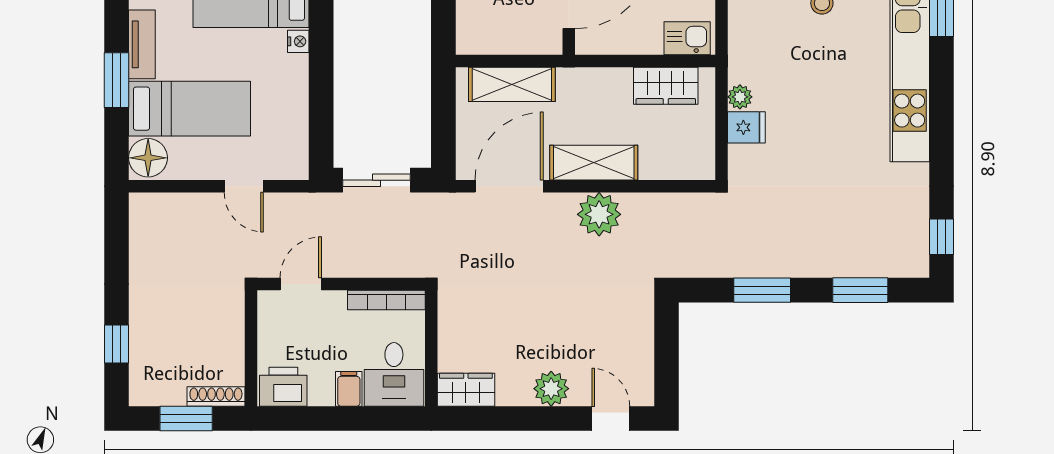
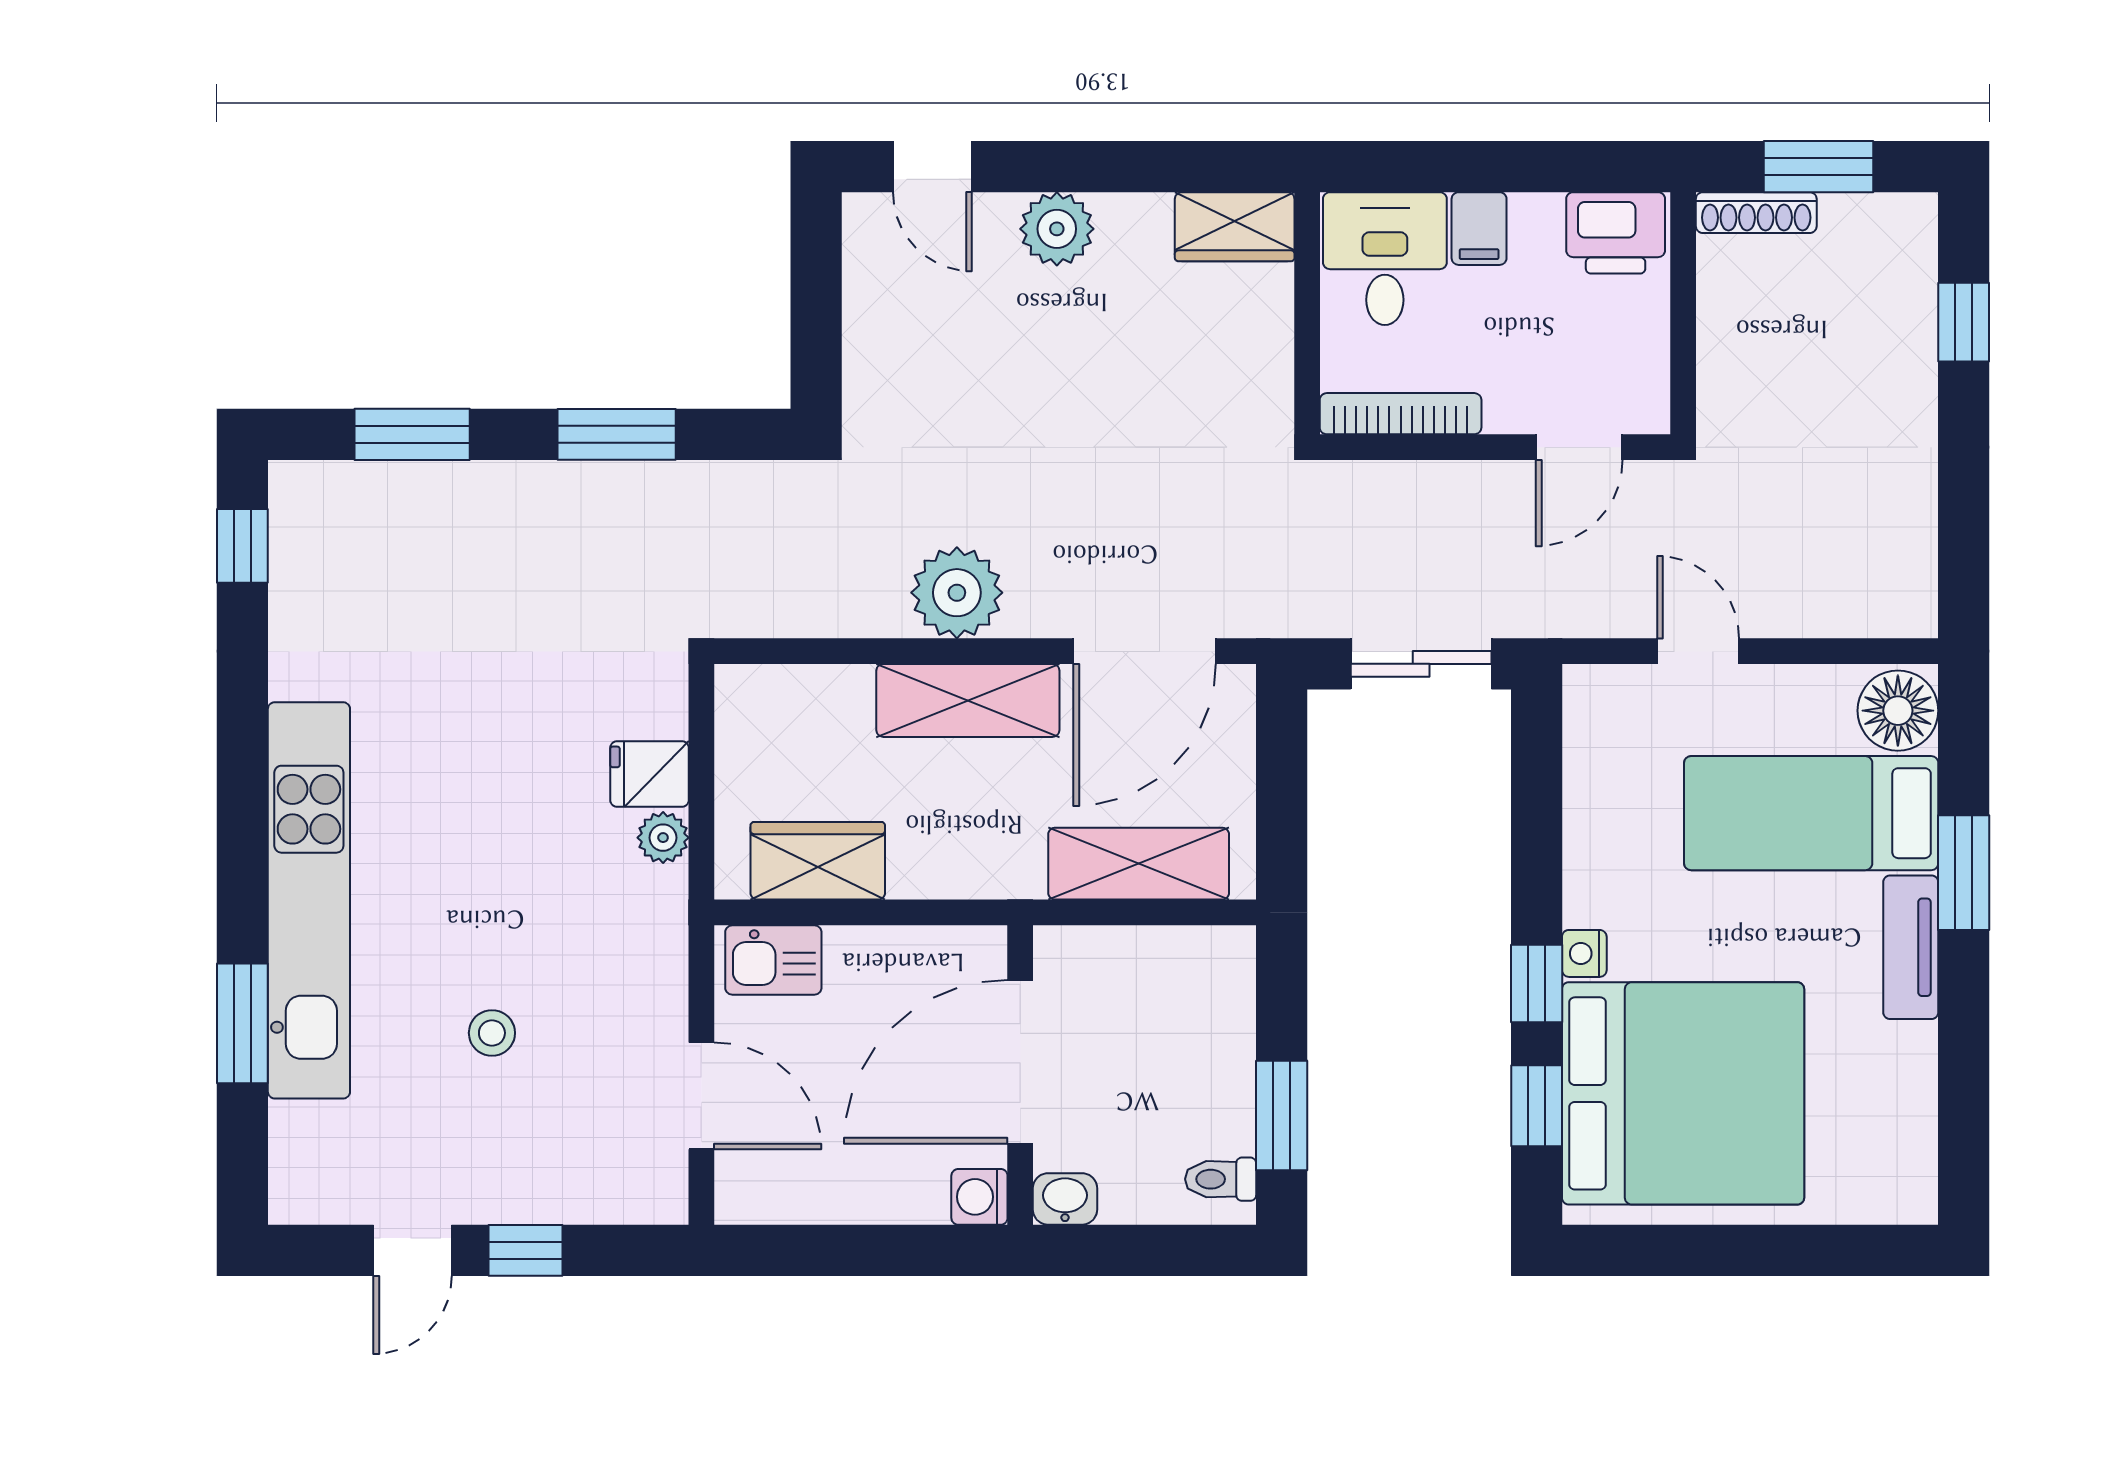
window: (321, 27) -> (1537, 984), added

